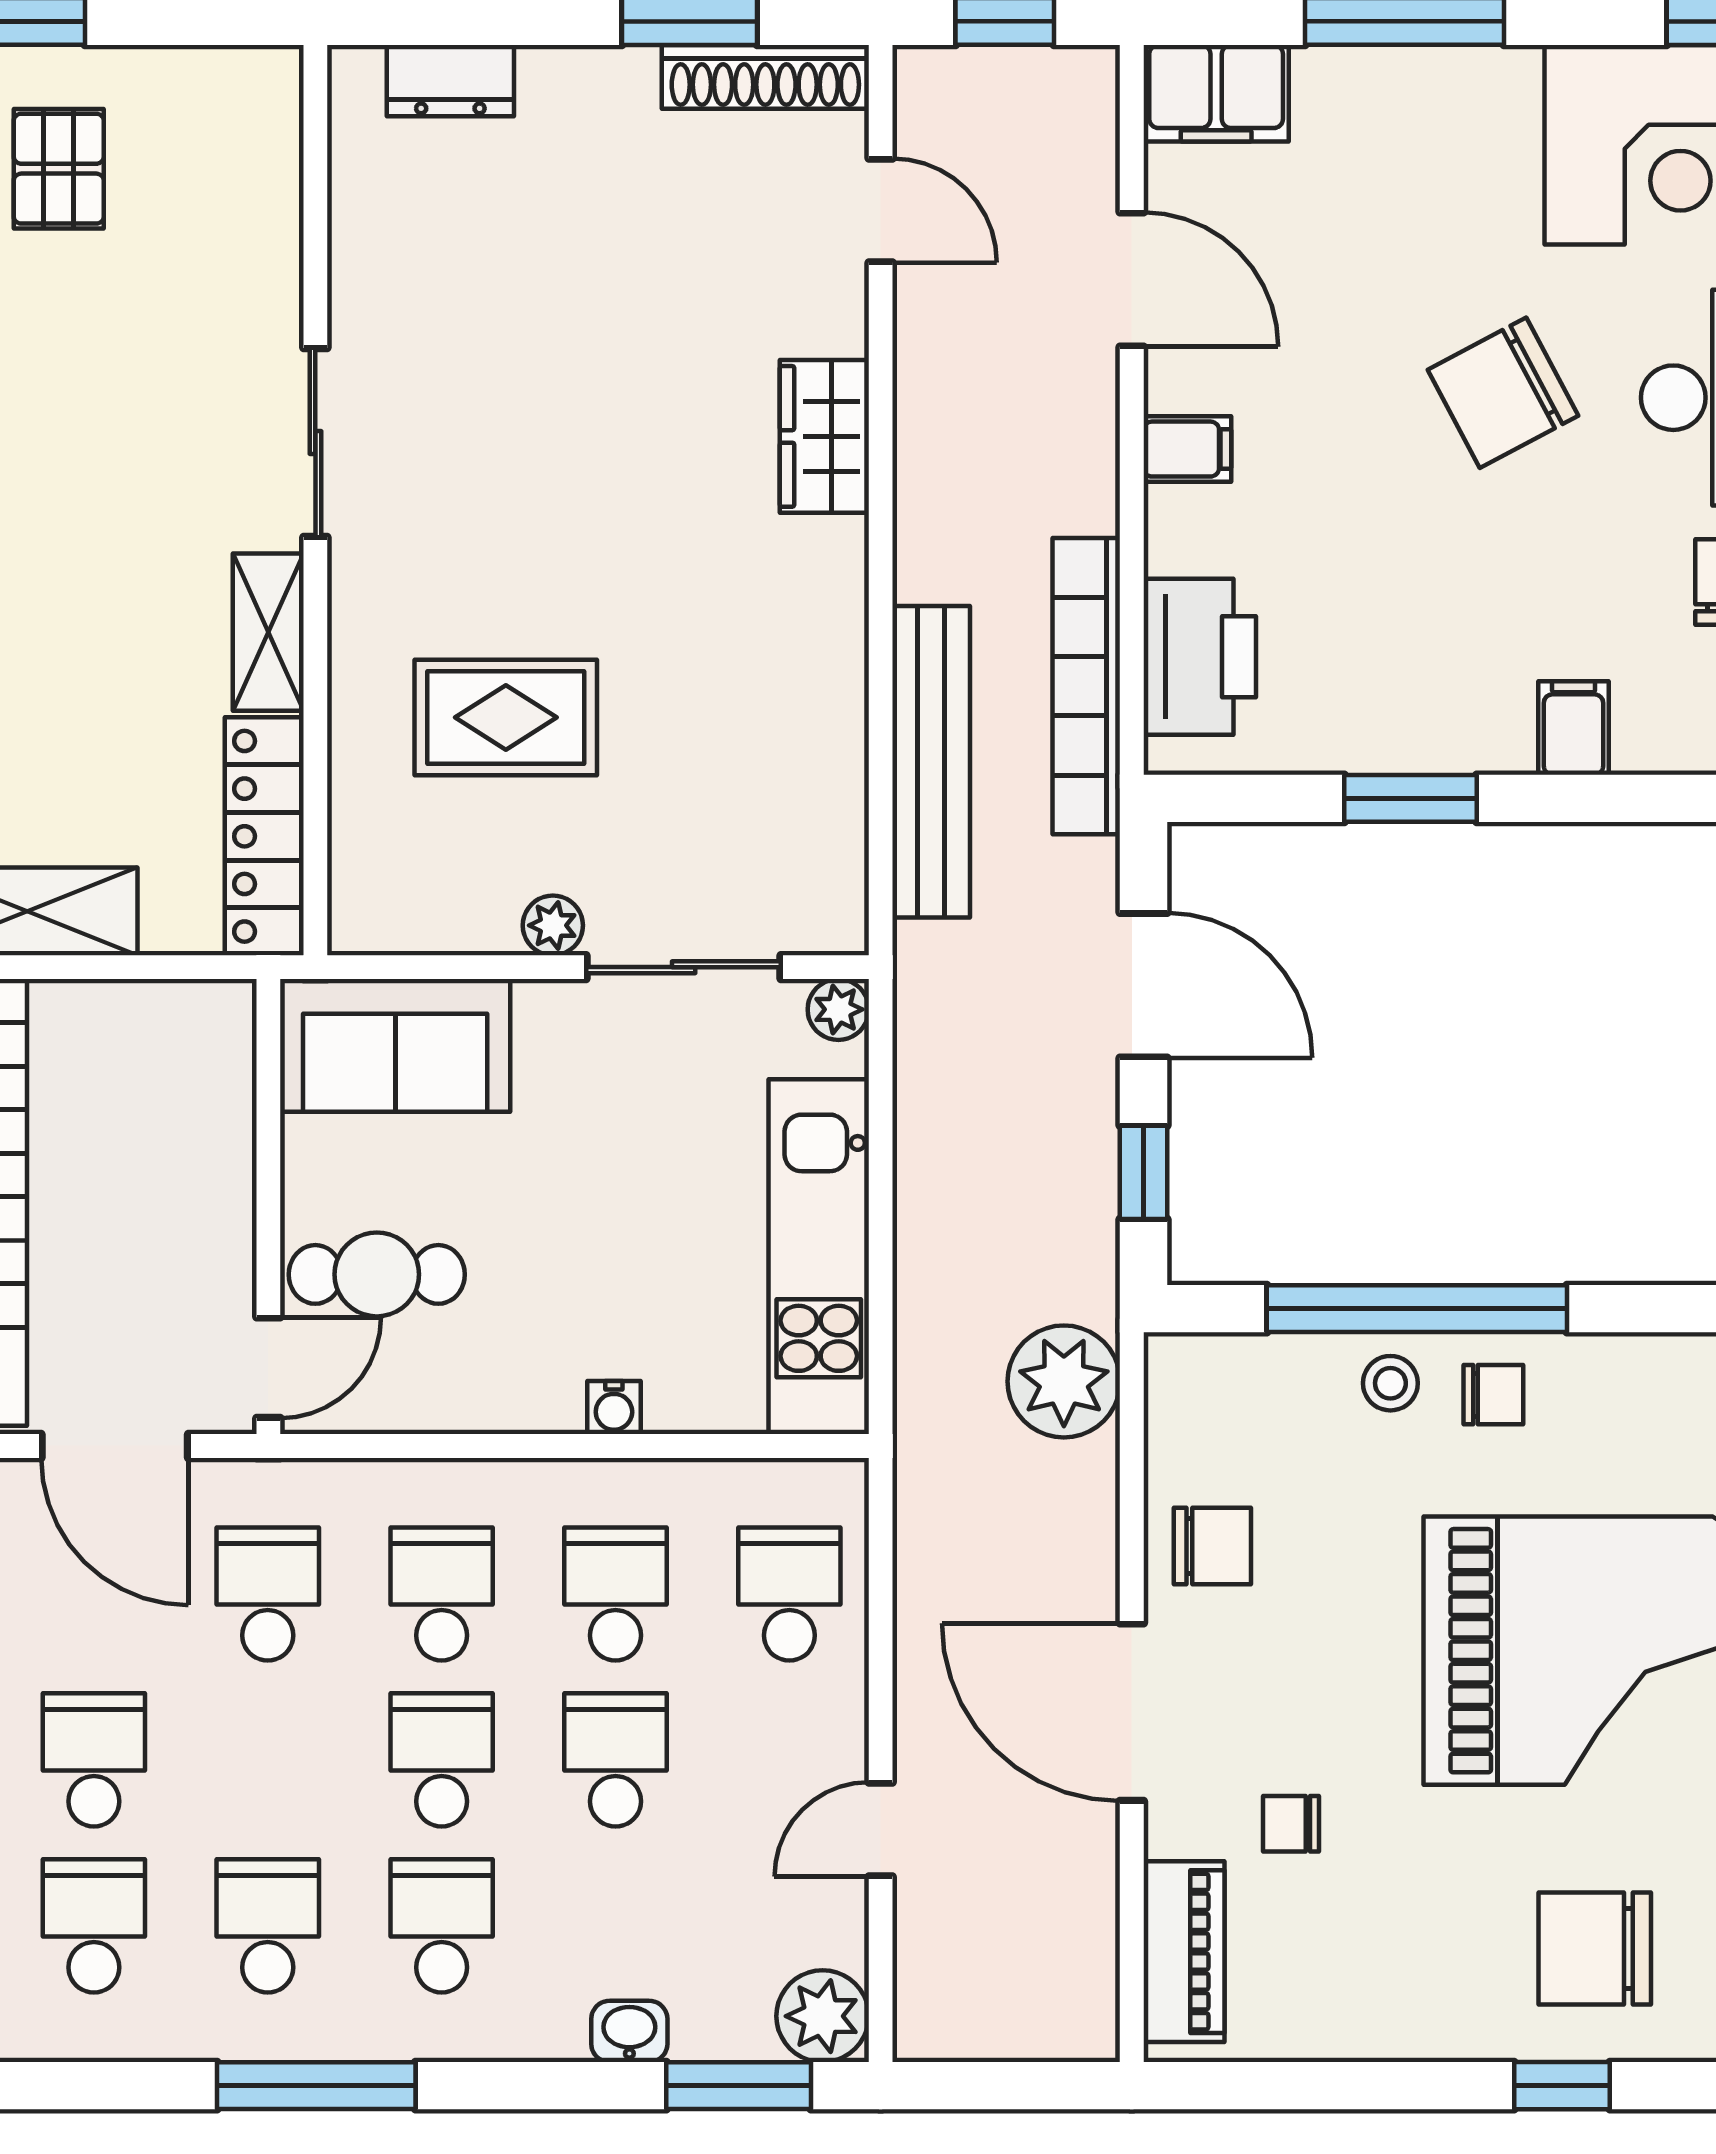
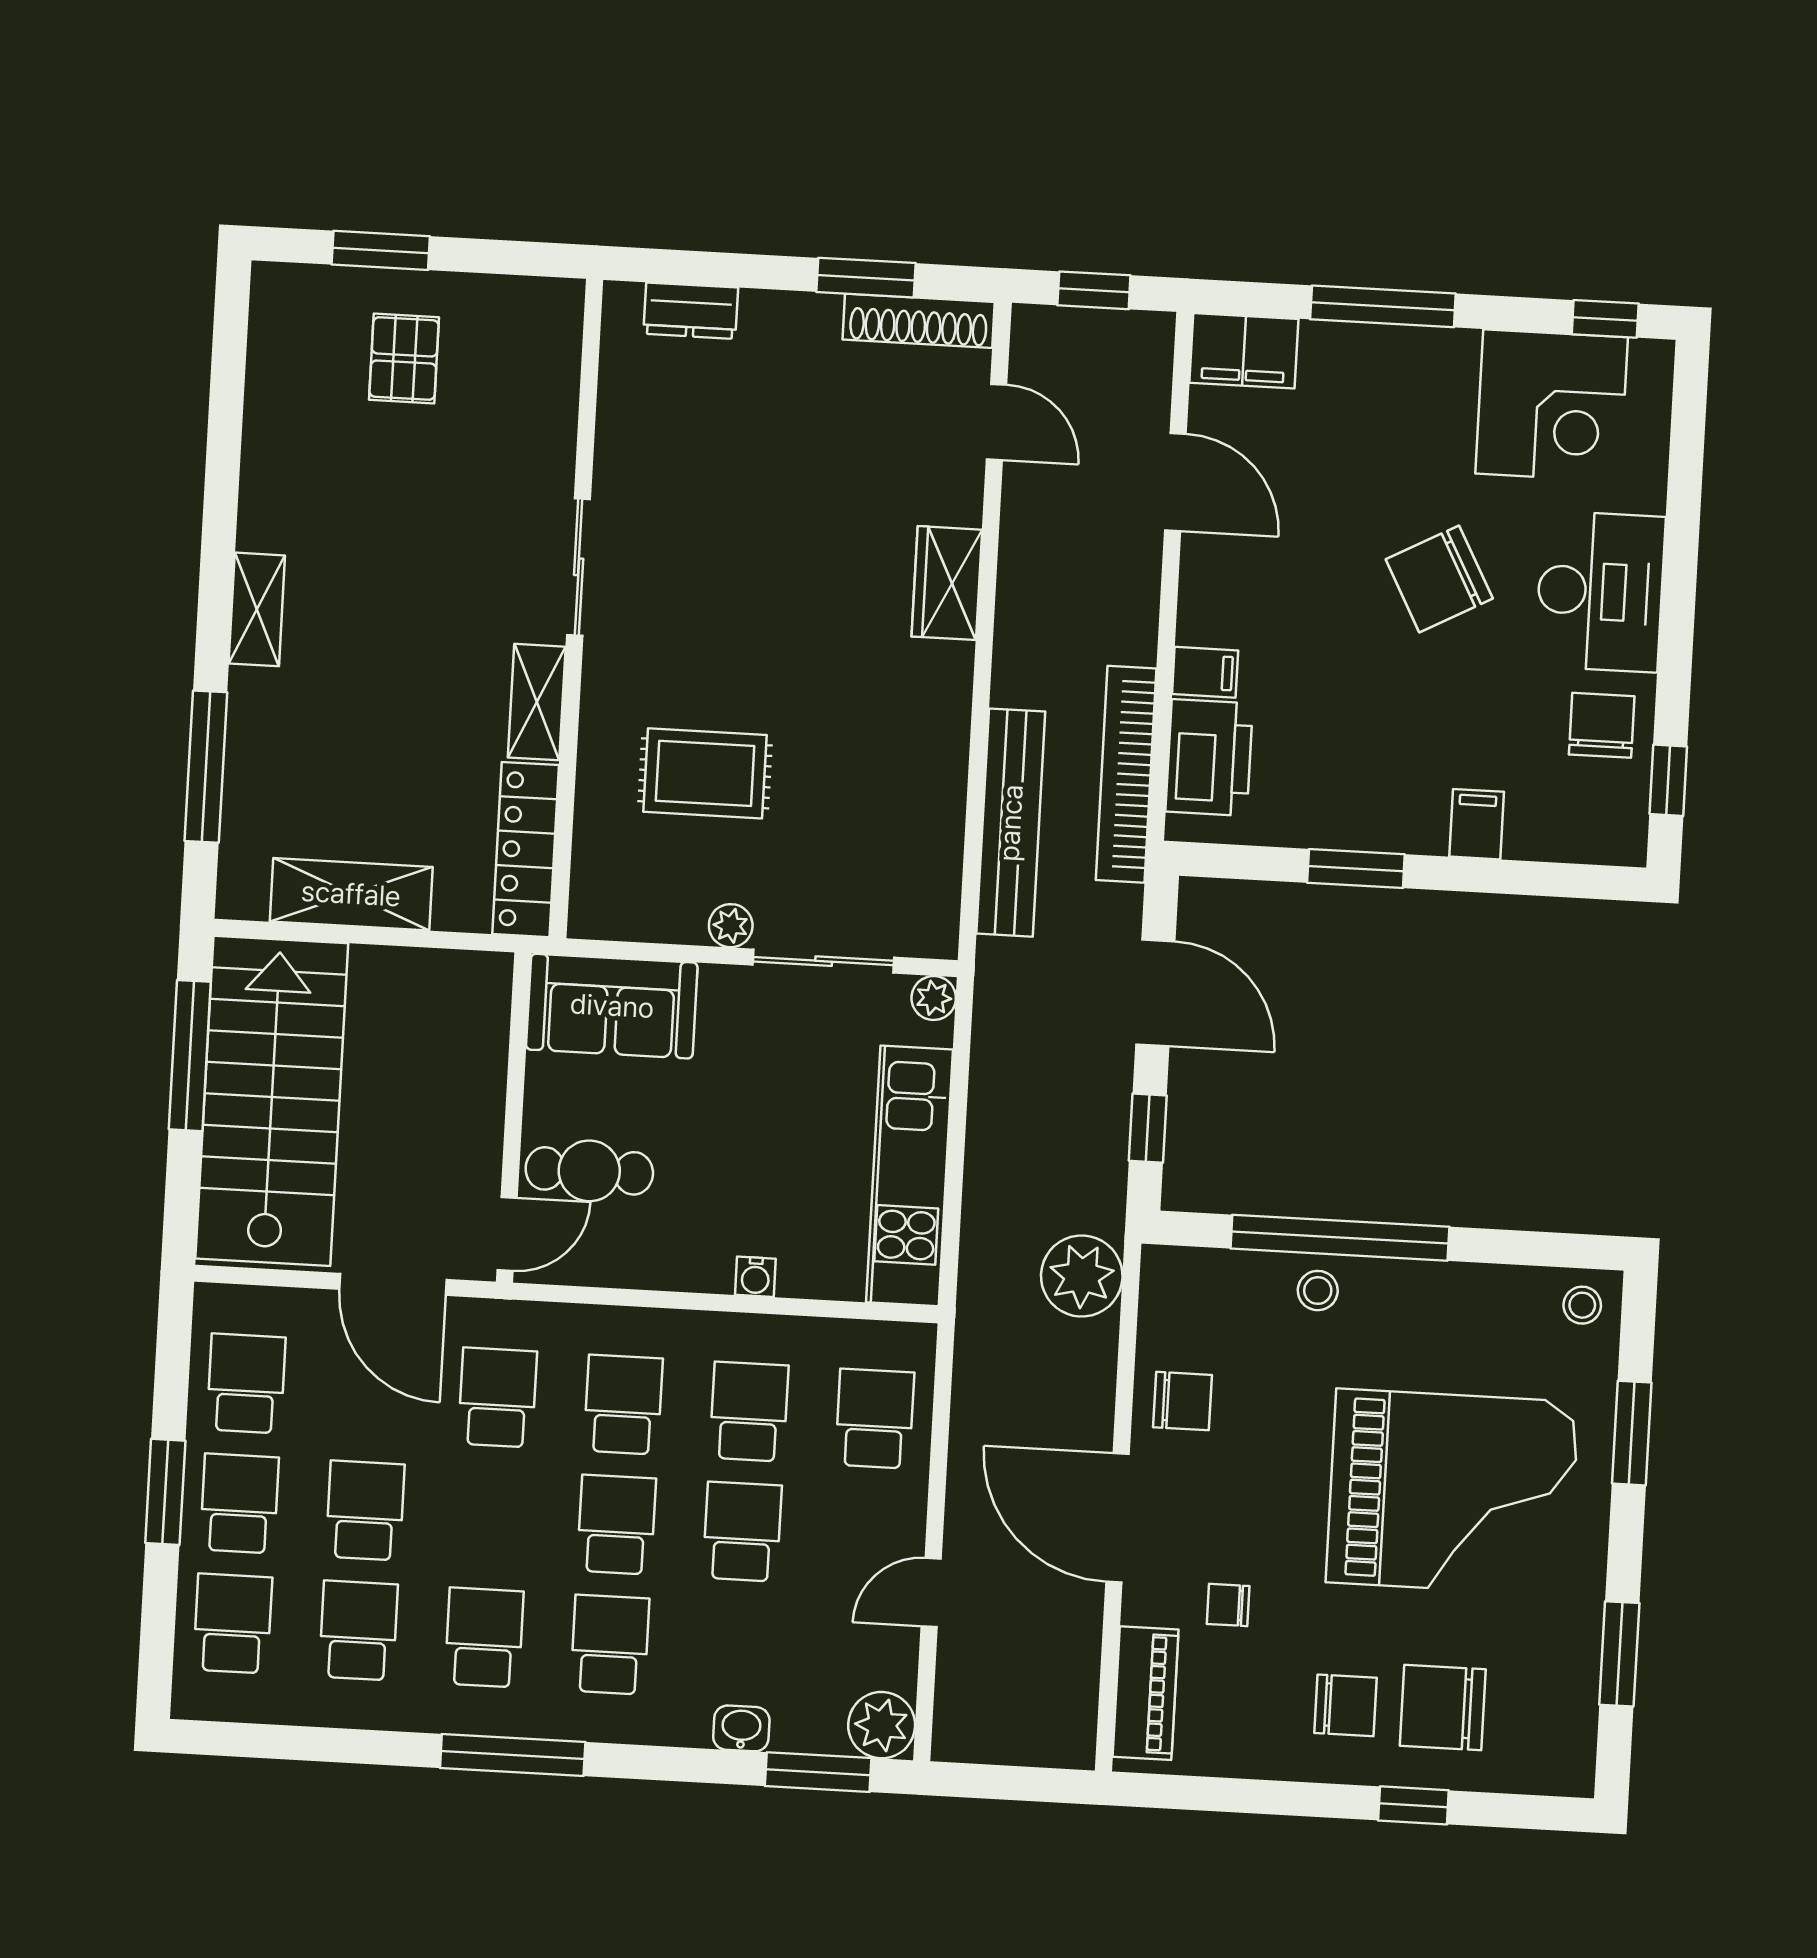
filing cabinet: (1187, 449) -> (1205, 672), moved
chair: (1493, 1395) -> (1345, 1705), moved, width x1.37, depth x1.37

